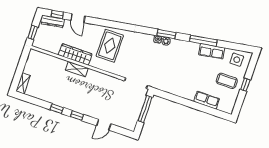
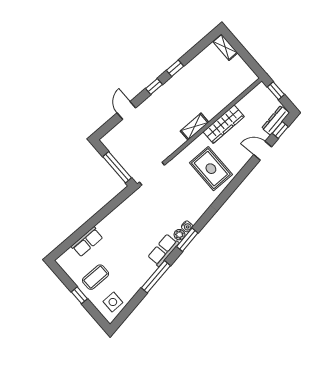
row of seats: (212, 51) -> (163, 250), moved
shelving: (77, 69) -> (194, 127), moved

